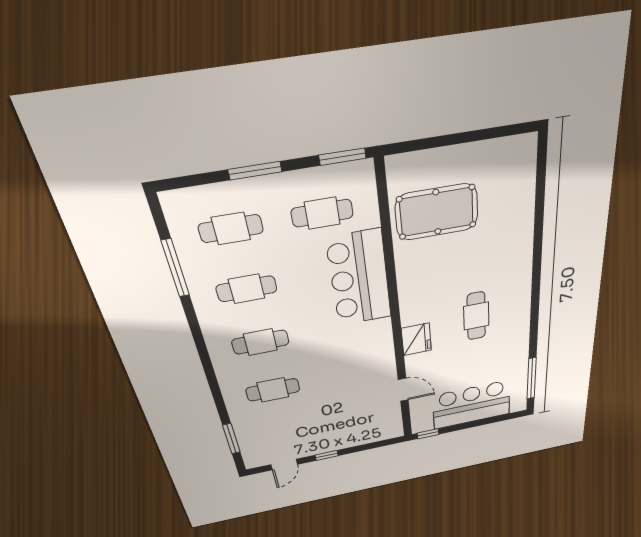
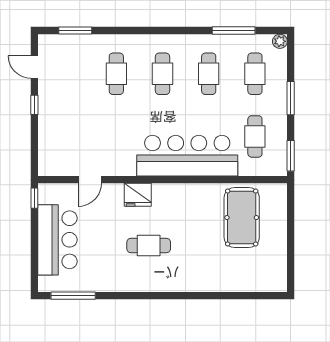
plant: (171, 201) -> (280, 41), added
bar counter: (359, 279) -> (187, 156), width x1.36

